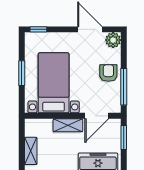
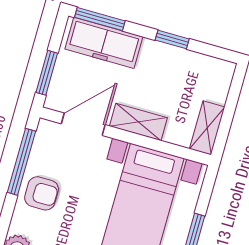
armchair: (108, 73) -> (42, 193), turned -90
shelving: (31, 151) -> (207, 128), moved

